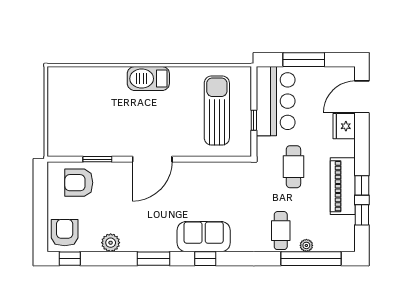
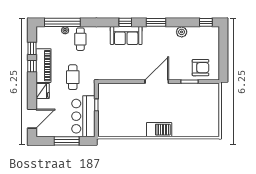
sun lounger: (217, 110) -> (118, 111), removed
fridge: (344, 126) -> (43, 91), moved
armchair: (65, 233) -> (209, 38), removed

